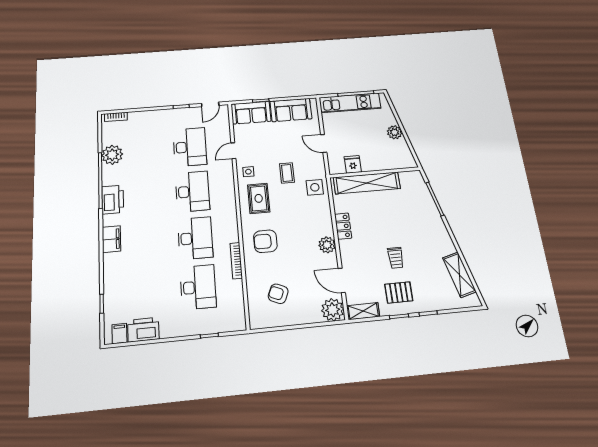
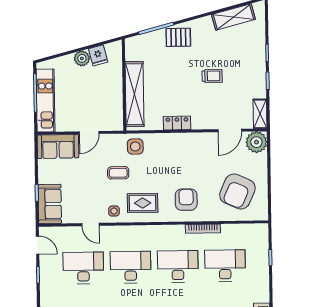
sofa: (291, 110) -> (58, 146), moved, turned 90
fridge: (353, 164) -> (98, 55), moved, turned -105
armchair: (265, 241) -> (186, 200), turned 180
plant: (327, 245) -> (194, 141), removed
pallet: (399, 292) -> (178, 37), moved, turned 90
armchair: (278, 294) -> (237, 192), width x1.88, depth x1.88

